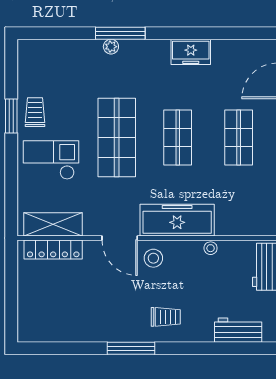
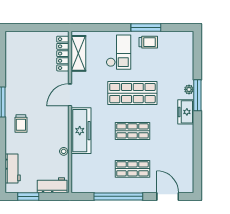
freezer: (191, 52) -> (186, 112), moved
window: (11, 116) -> (146, 27), width x1.44
stool: (153, 258) -> (57, 116), removed

